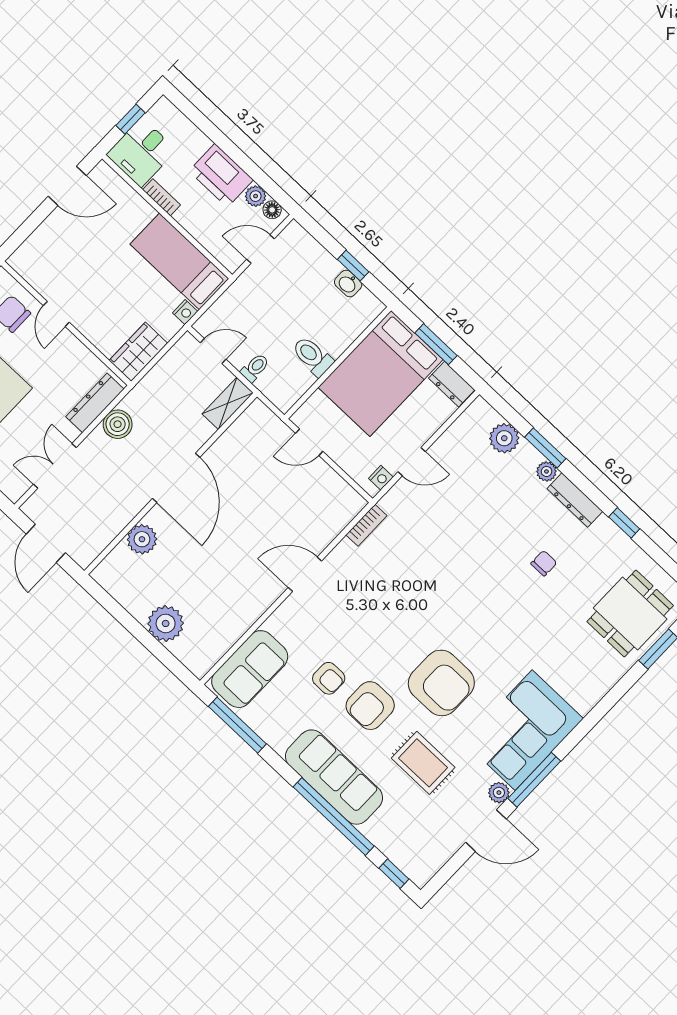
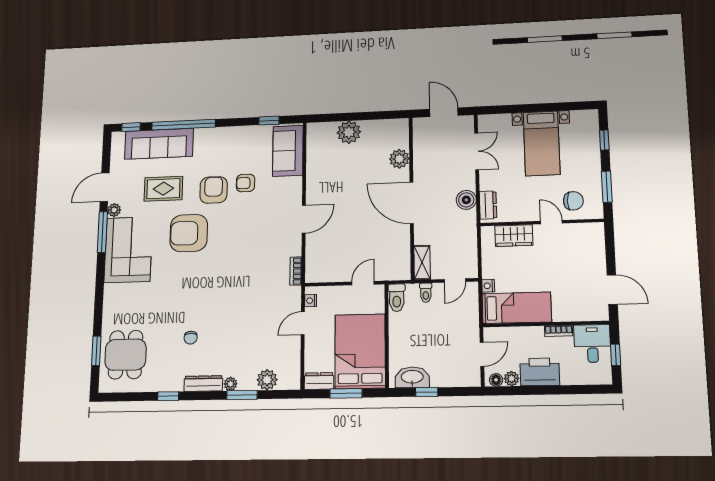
door: (67, 186) -> (612, 290), swing flipped
washbasin: (348, 283) -> (412, 377), width x1.91, depth x1.45
wardrobe: (138, 352) -> (514, 236), moved, turned 90
toilet: (313, 356) -> (397, 298), moved, turned 90
dresser: (95, 403) -> (488, 205), width x0.70
window: (237, 725) -> (269, 121), width x0.46
sofa: (334, 777) -> (159, 144), moved

